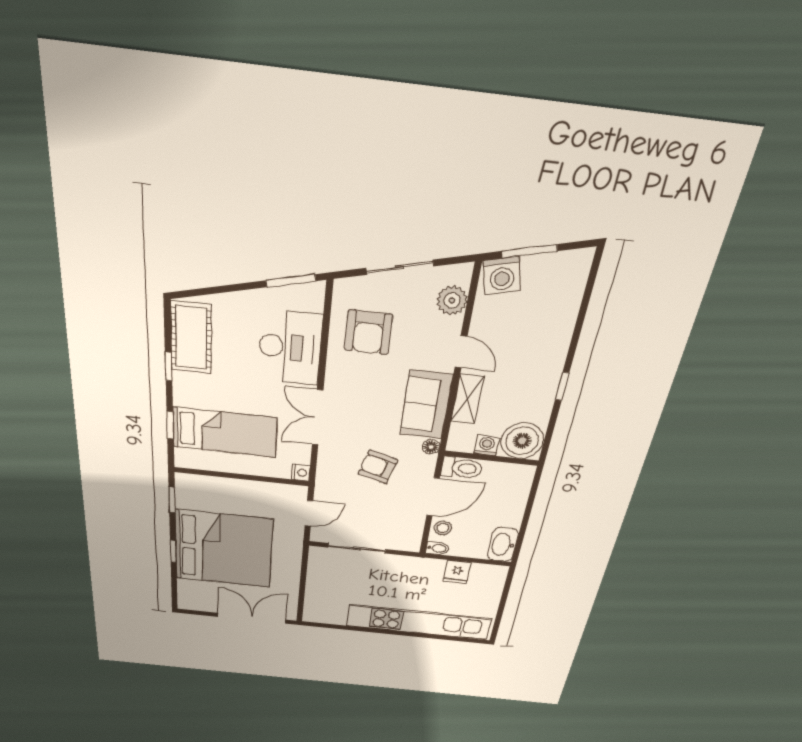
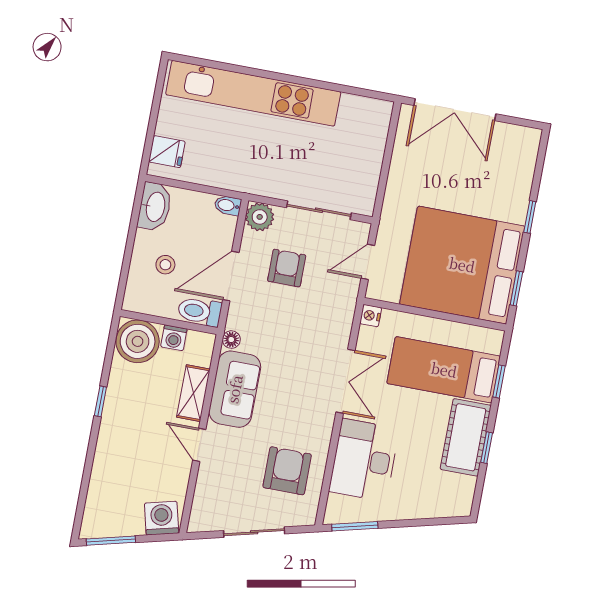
window: (529, 251) -> (111, 541), moved
plant: (452, 300) -> (260, 217), moved
cot: (191, 338) -> (466, 437), moved
armchair: (378, 467) -> (287, 268), moved, turned -106
stool: (443, 528) -> (165, 265), moved
bed: (224, 549) -> (462, 265), moved
fridge: (457, 572) -> (167, 152), moved, turned 90

